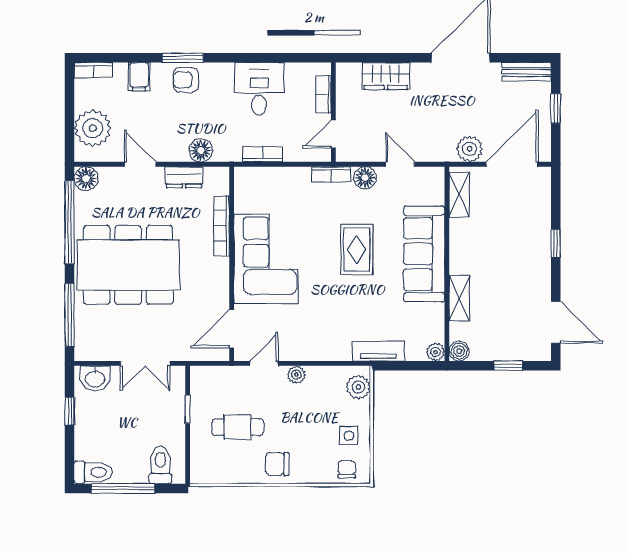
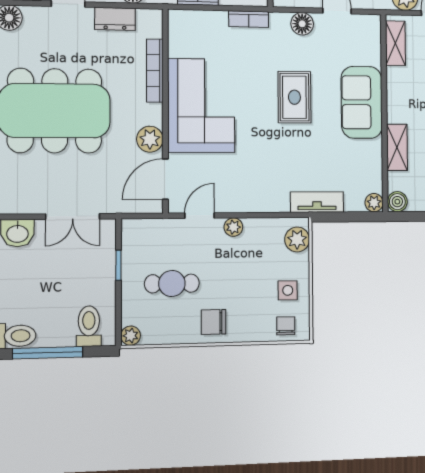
bookcase: (332, 174) -> (249, 19), moved
sofa: (424, 254) -> (362, 102), width x0.73
plant: (217, 291) -> (150, 139), added
plant: (199, 475) -> (131, 336), added

